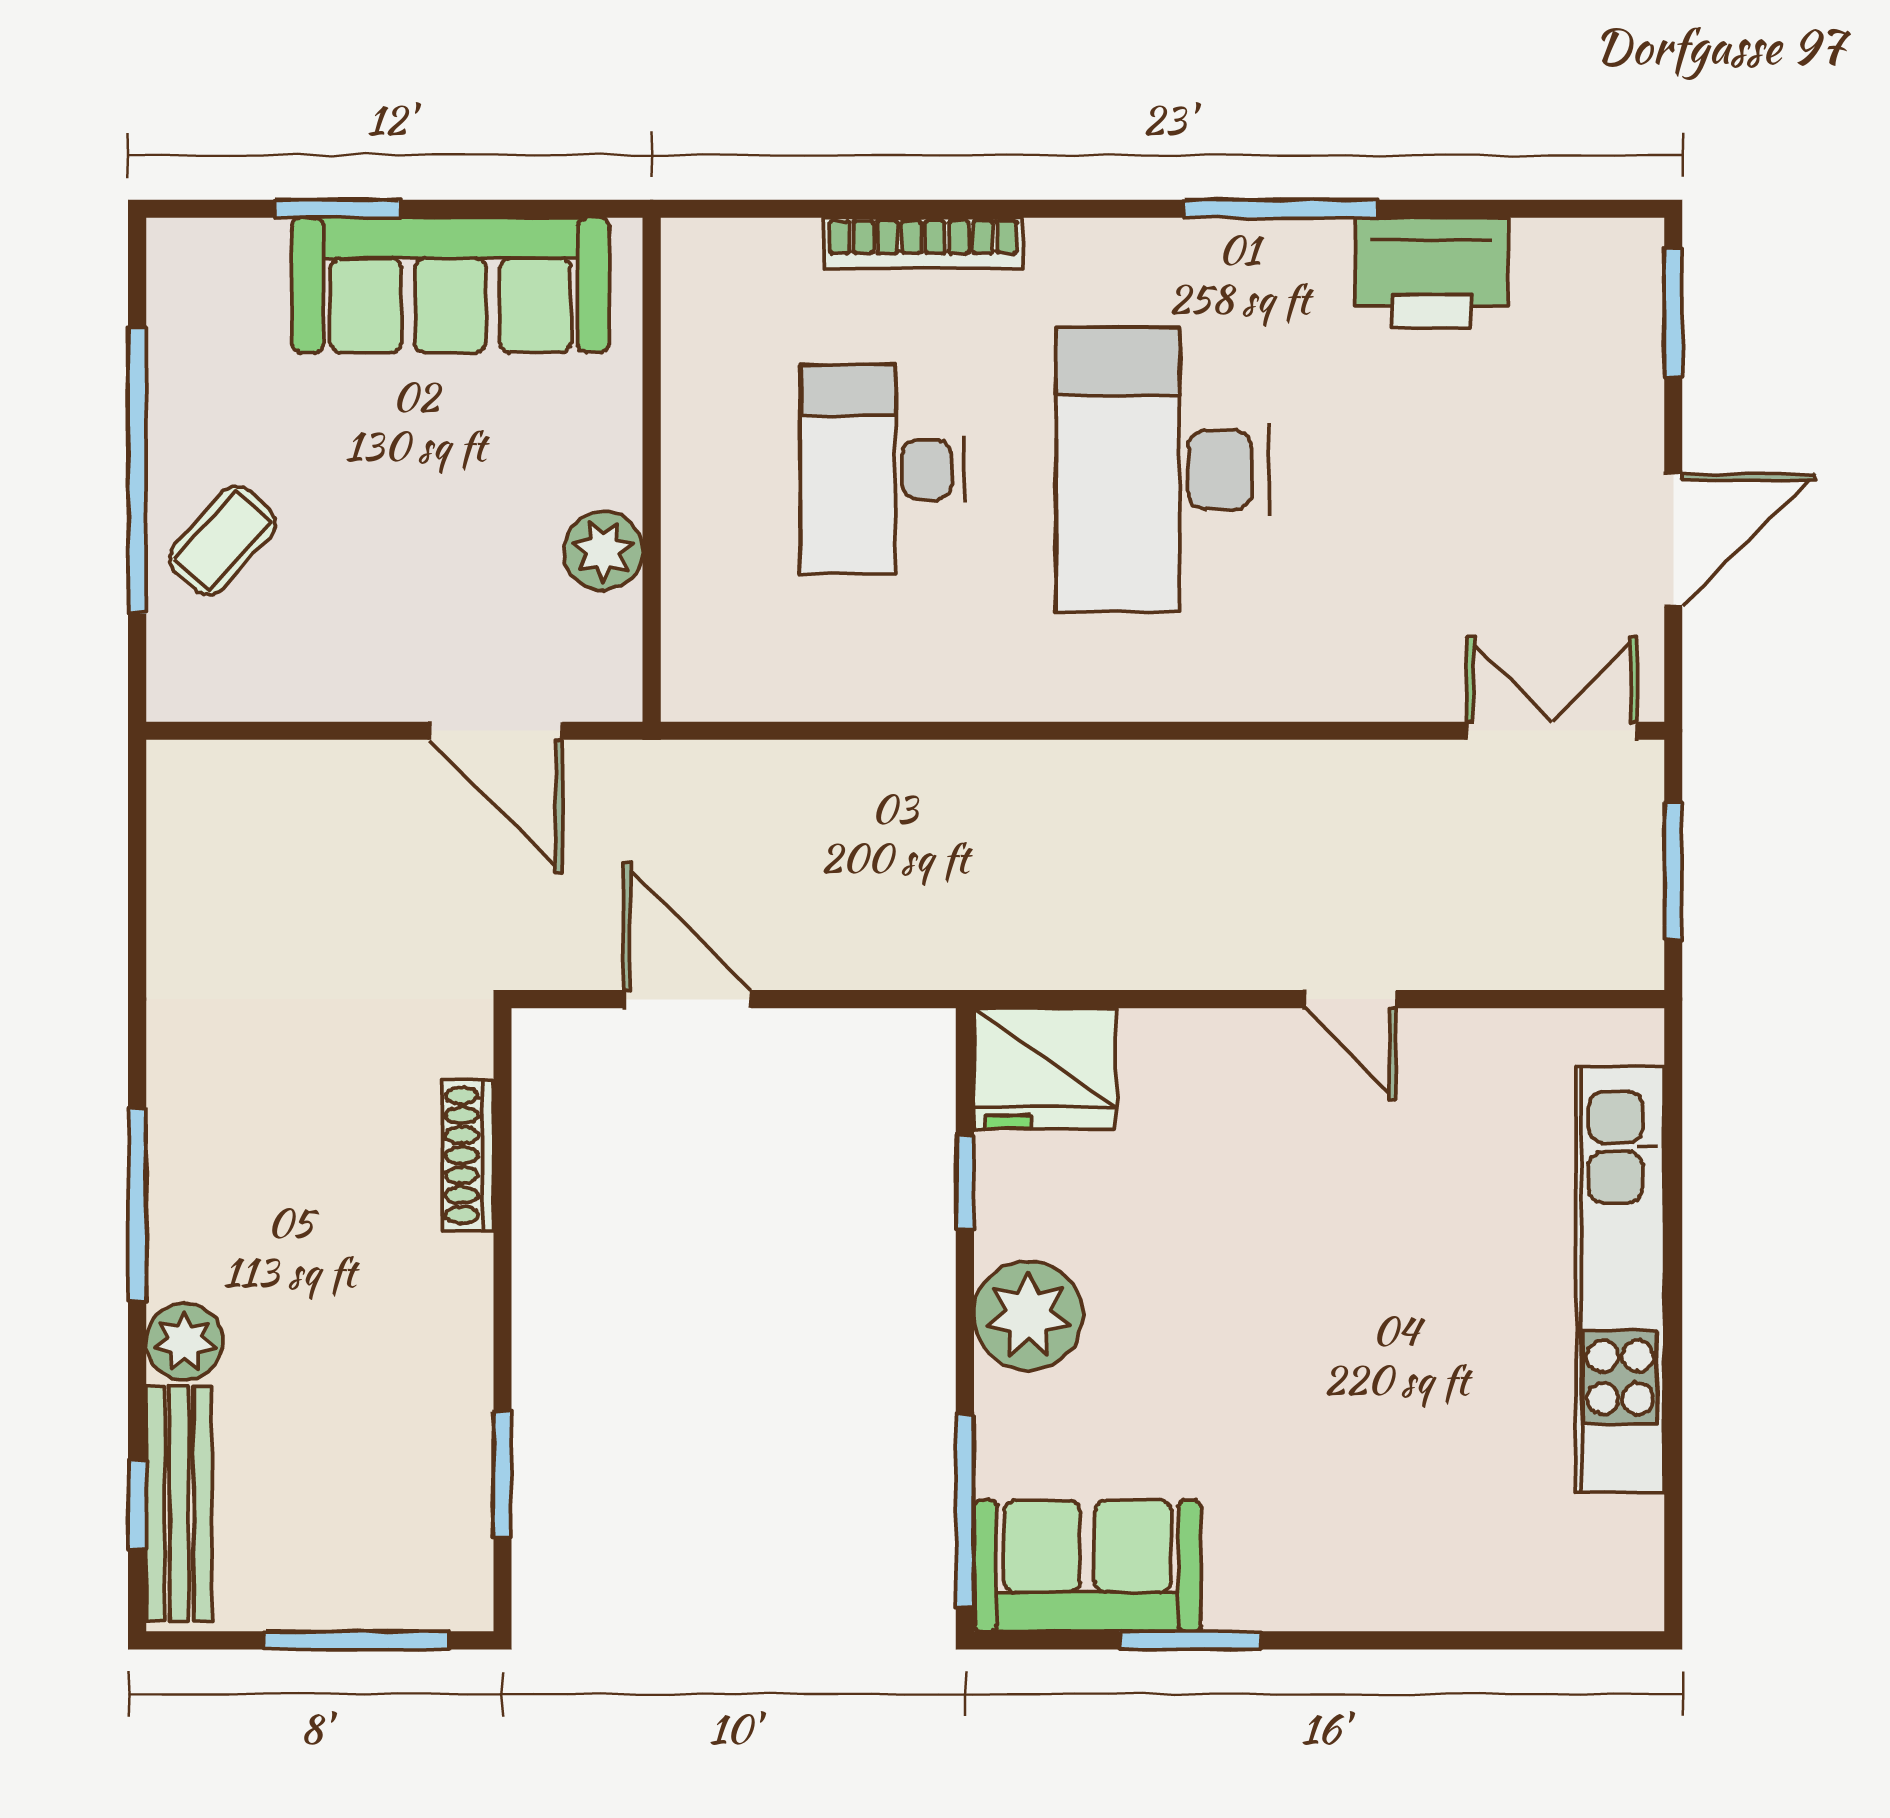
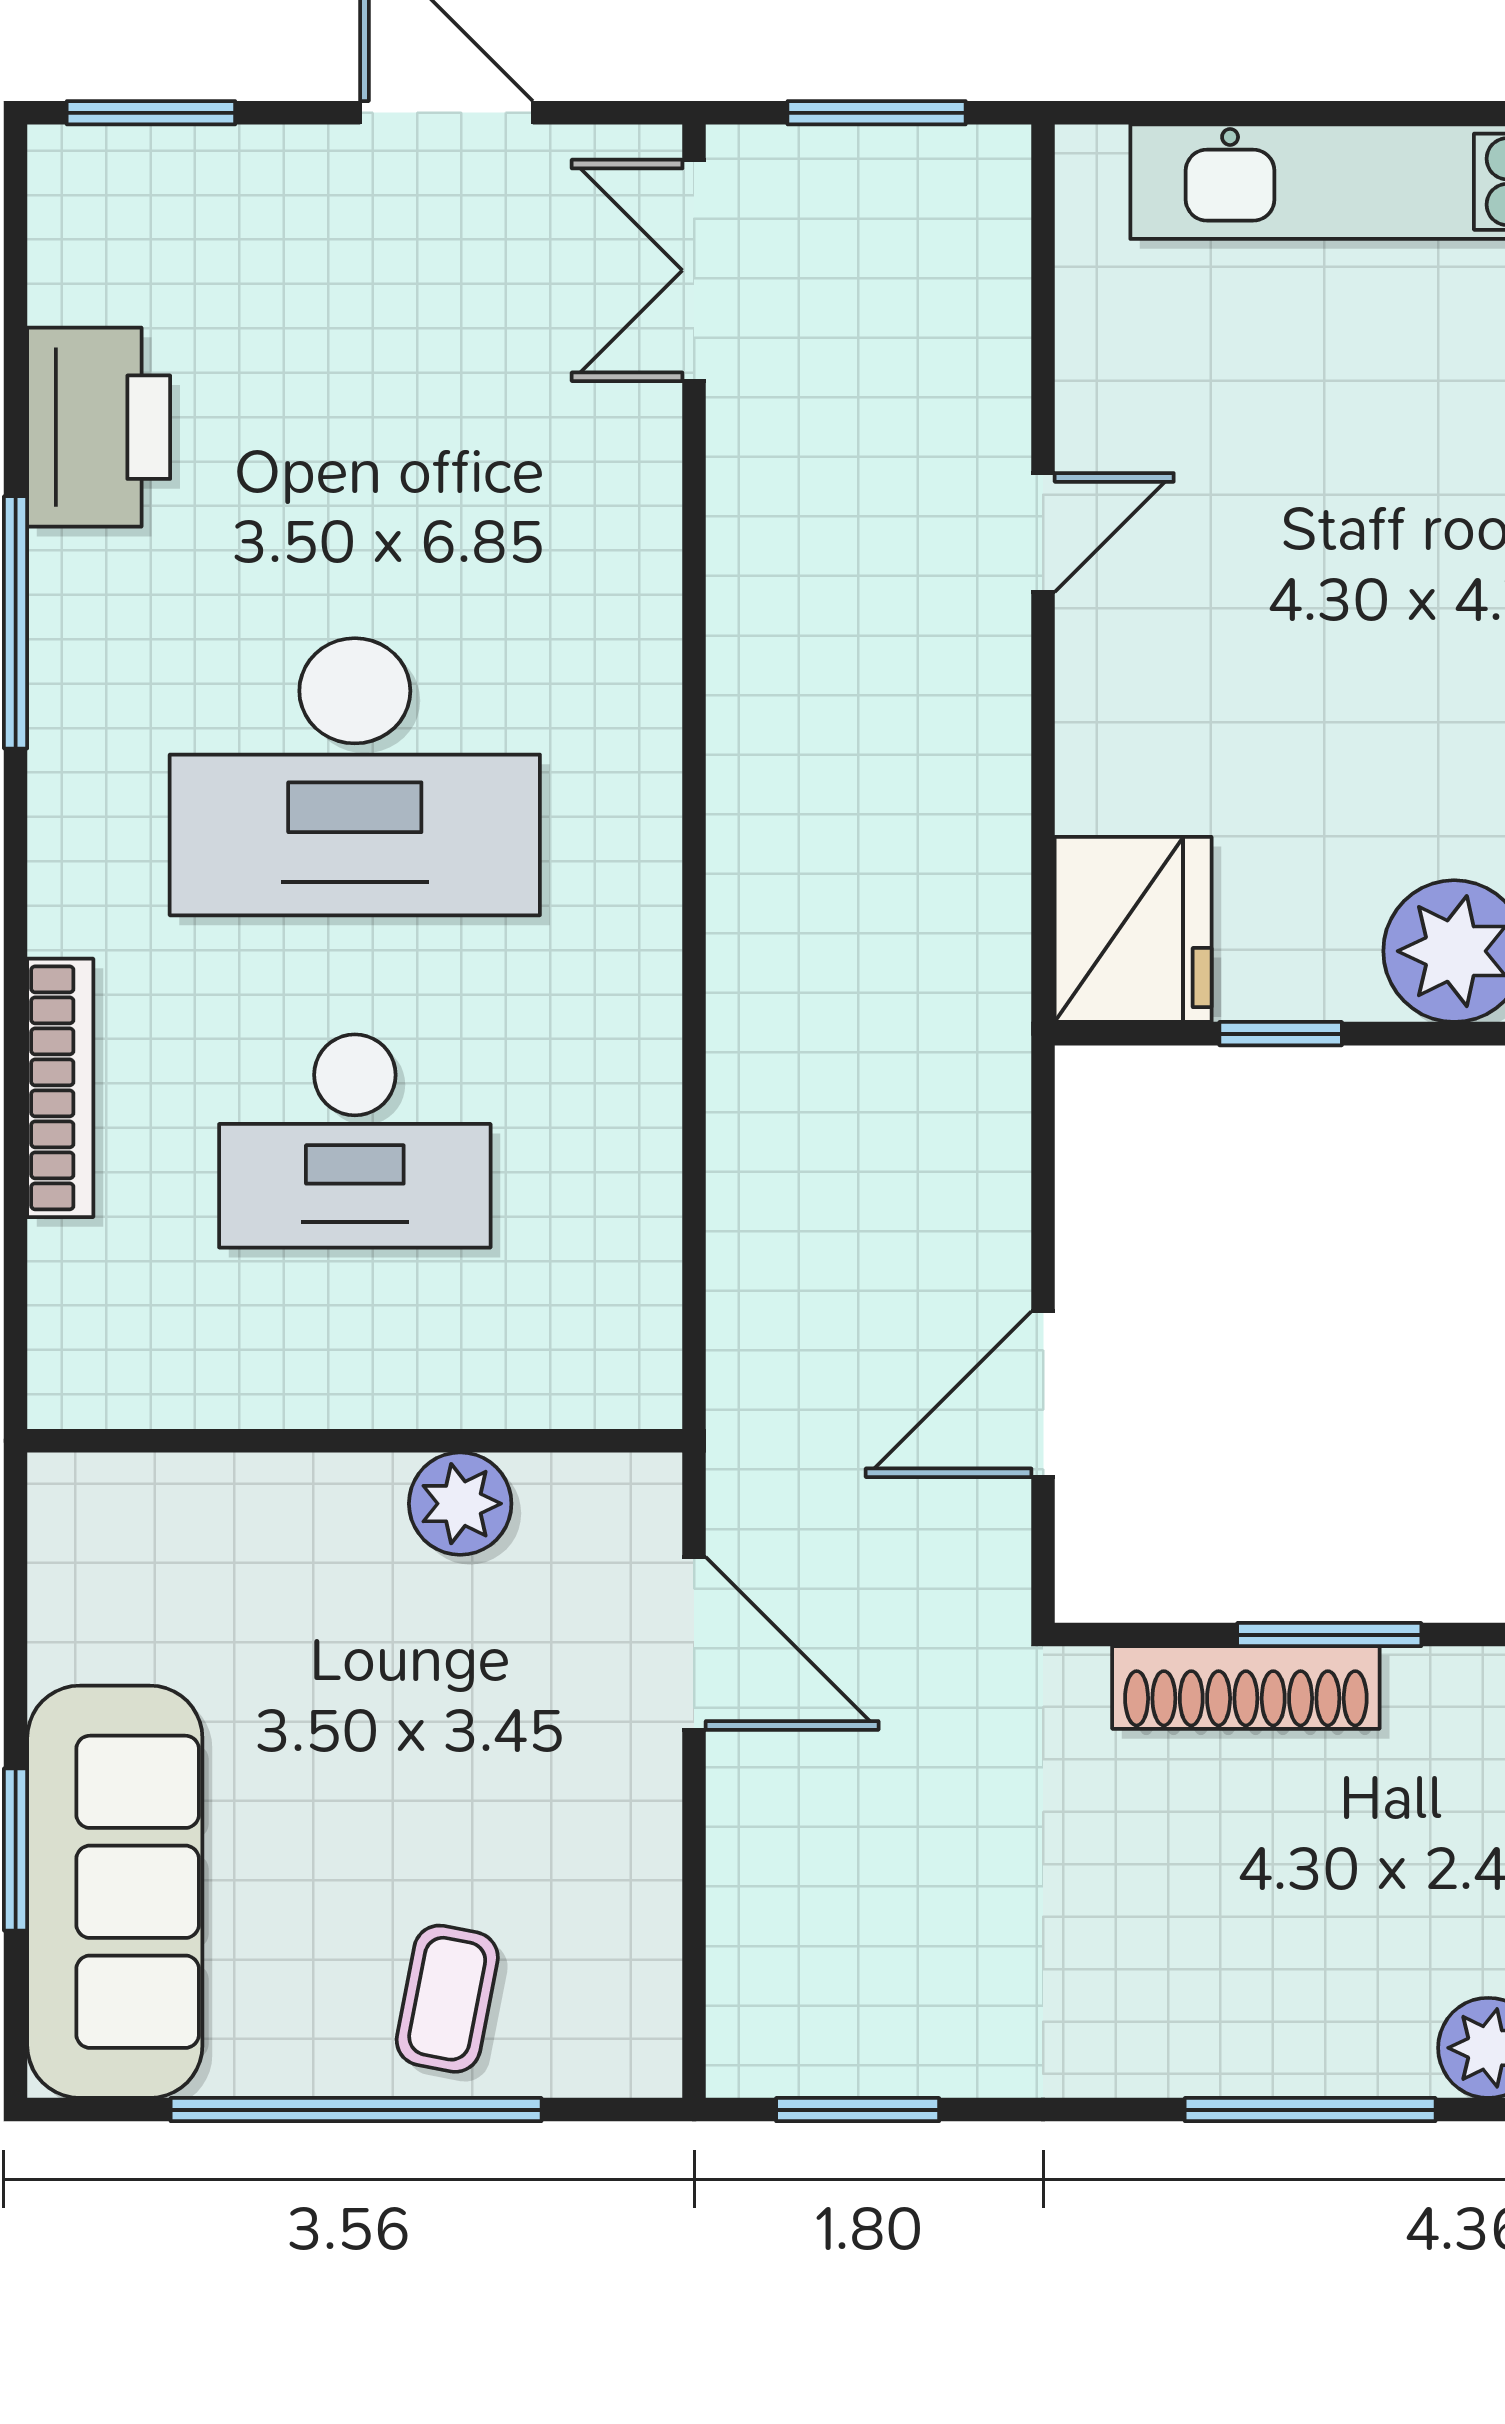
sofa: (451, 285) -> (115, 1892), moved
coffee table: (222, 541) -> (447, 1999), turned 59
door: (496, 731) -> (694, 1643), hinge flipped
window: (137, 857) -> (858, 2110), added
shoe rack: (468, 1155) -> (1246, 1688), width x1.36, depth x1.24
window: (503, 1219) -> (1329, 1635), added

